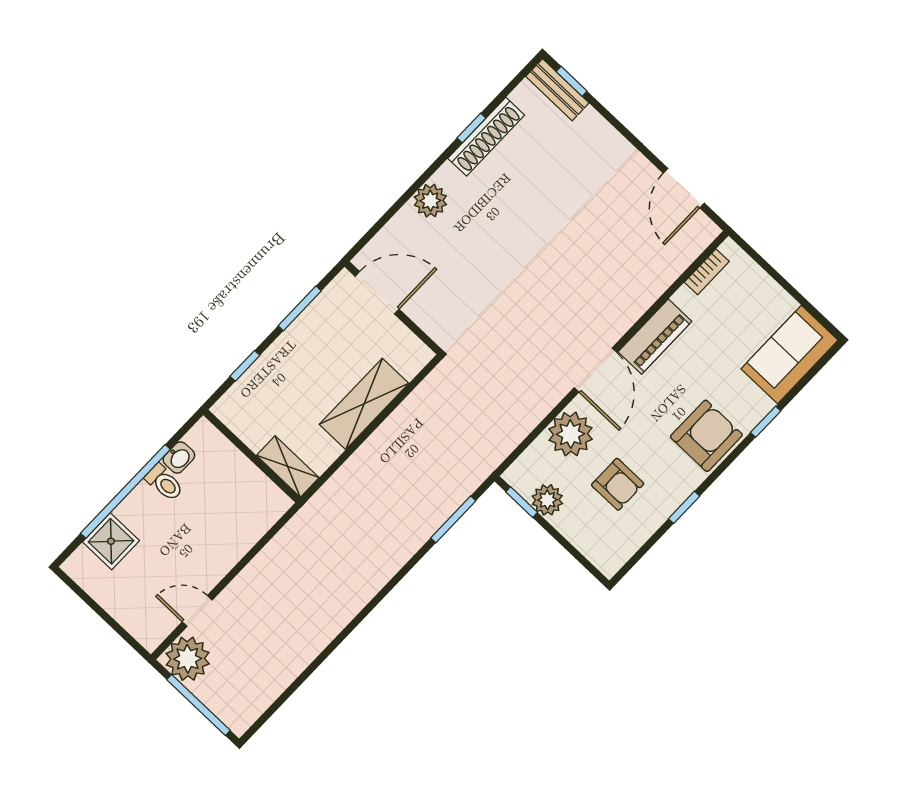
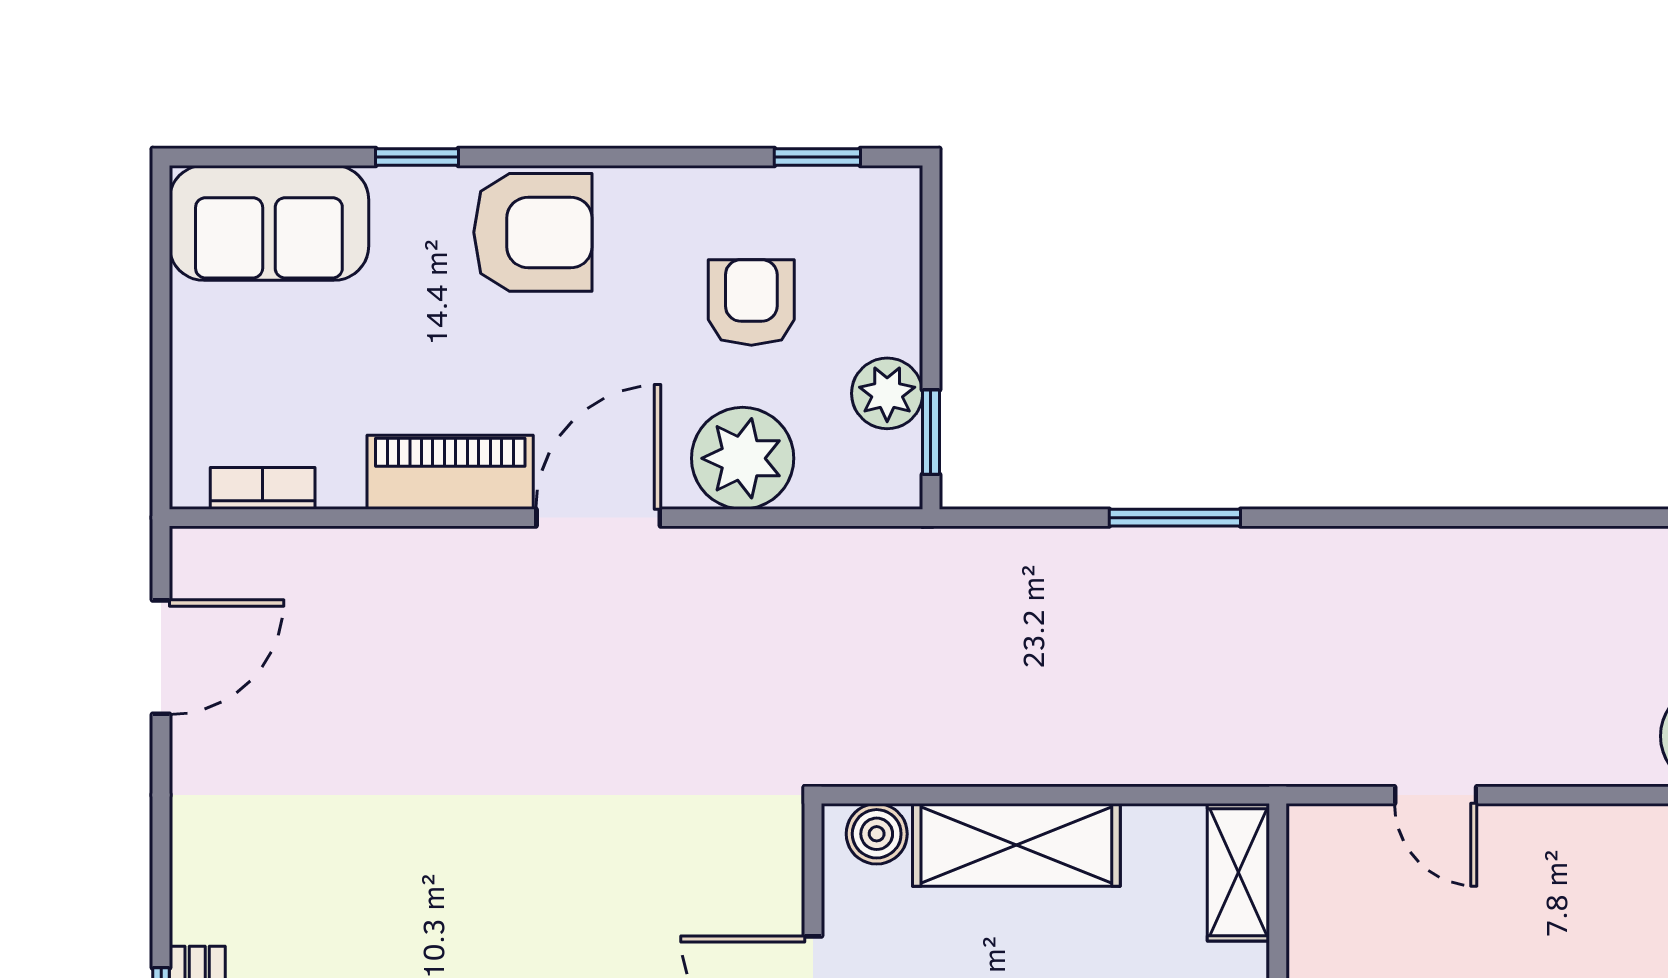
boiler: (410, 363) -> (877, 834), added
armchair: (706, 436) -> (533, 232), turned 180
window: (684, 507) -> (817, 157), moved
window: (453, 519) -> (1175, 518), moved
door: (197, 611) -> (1436, 795), moved

